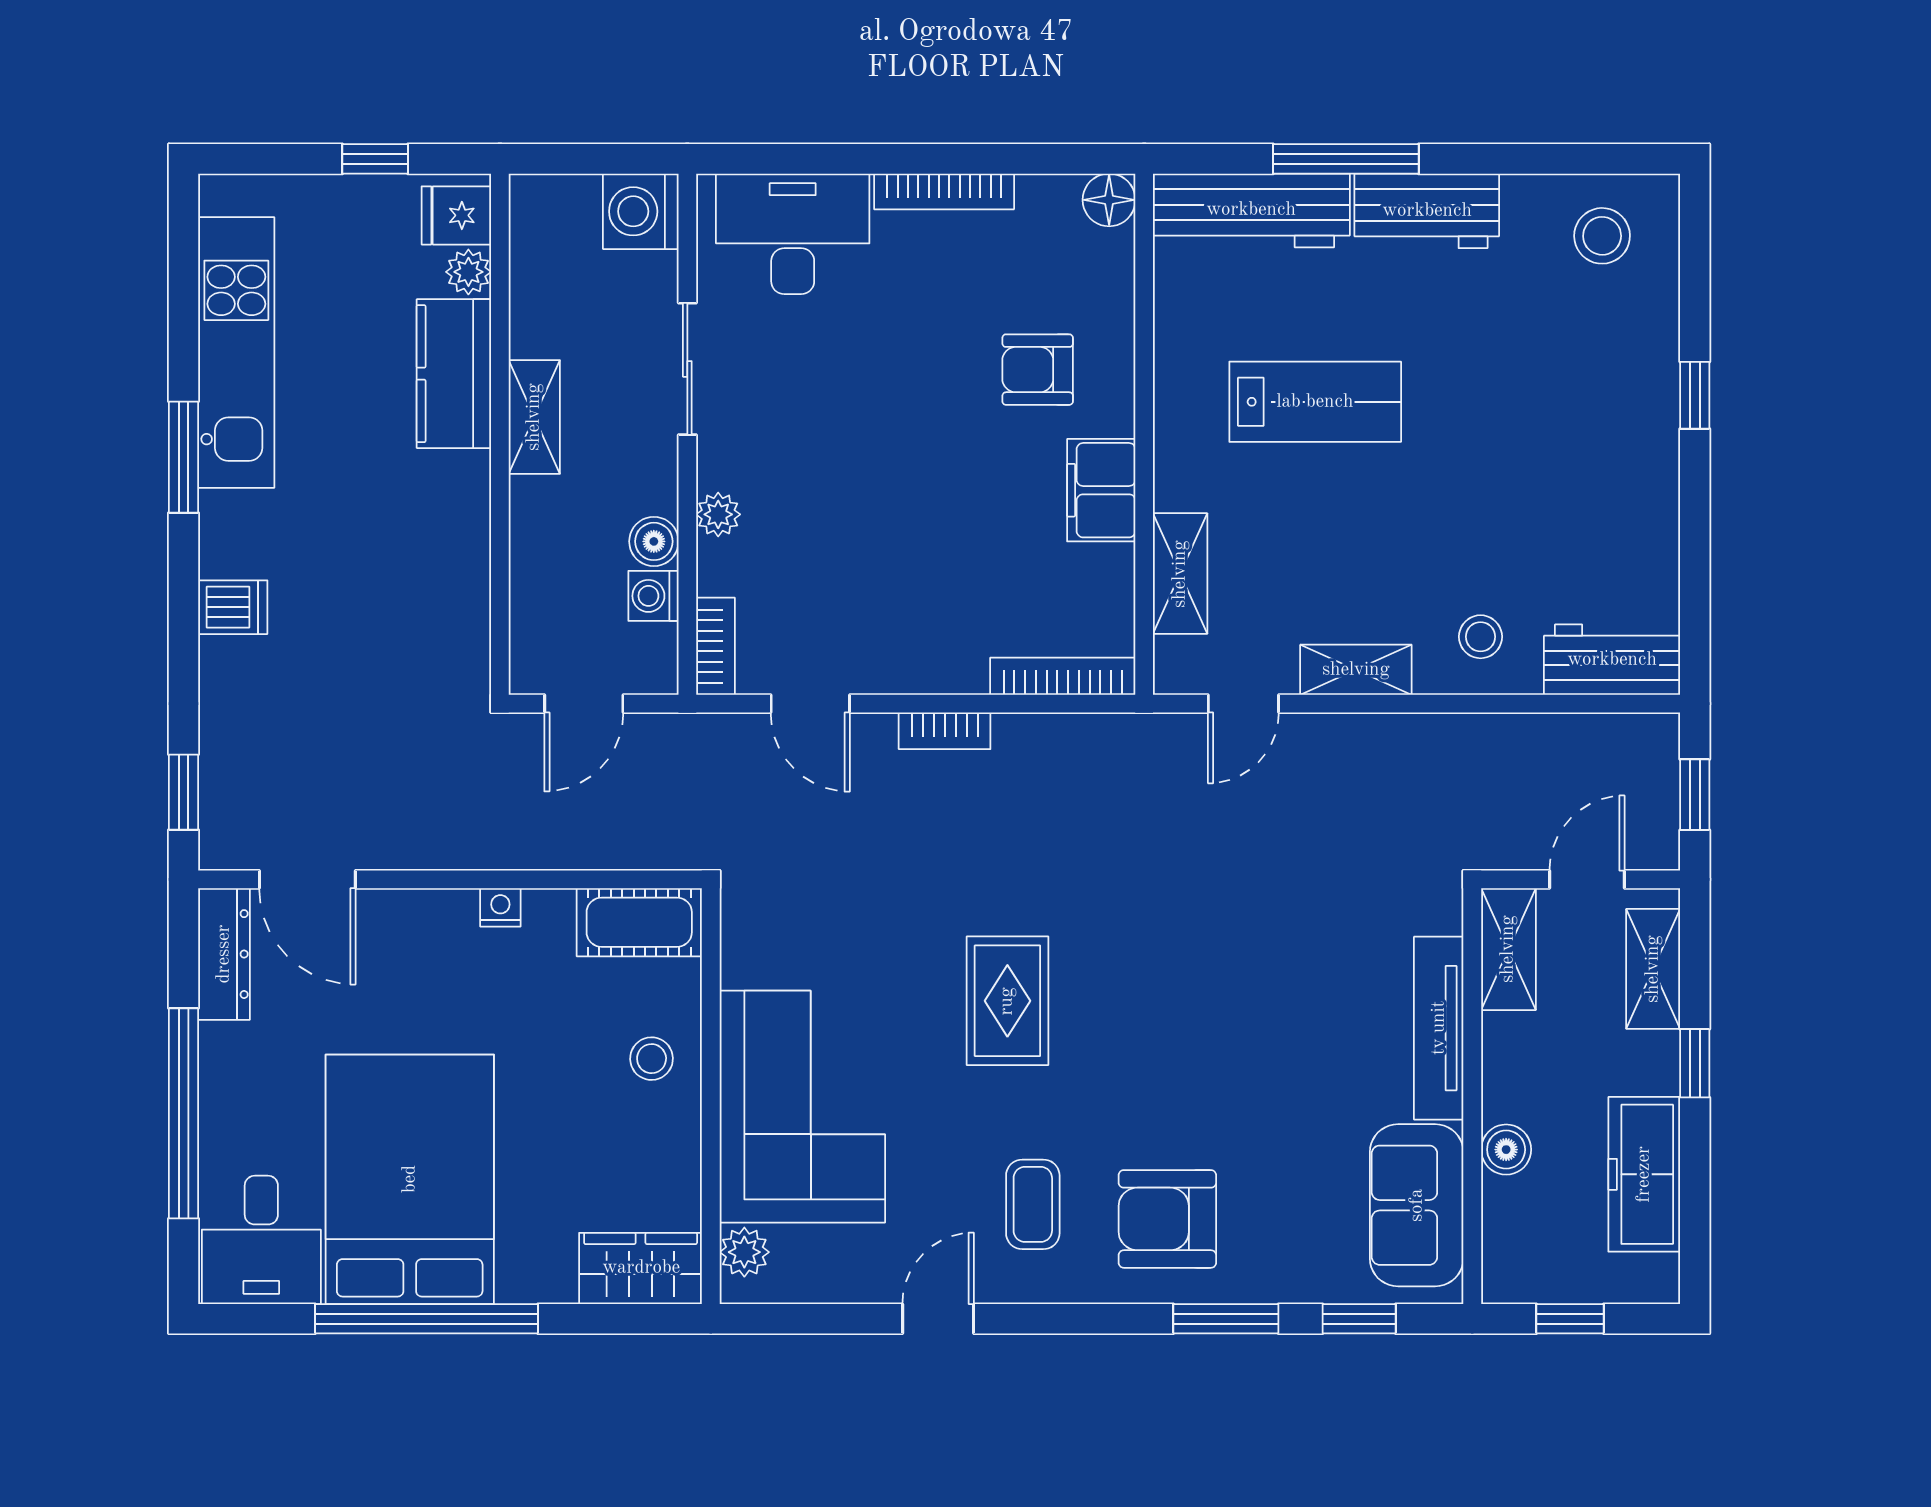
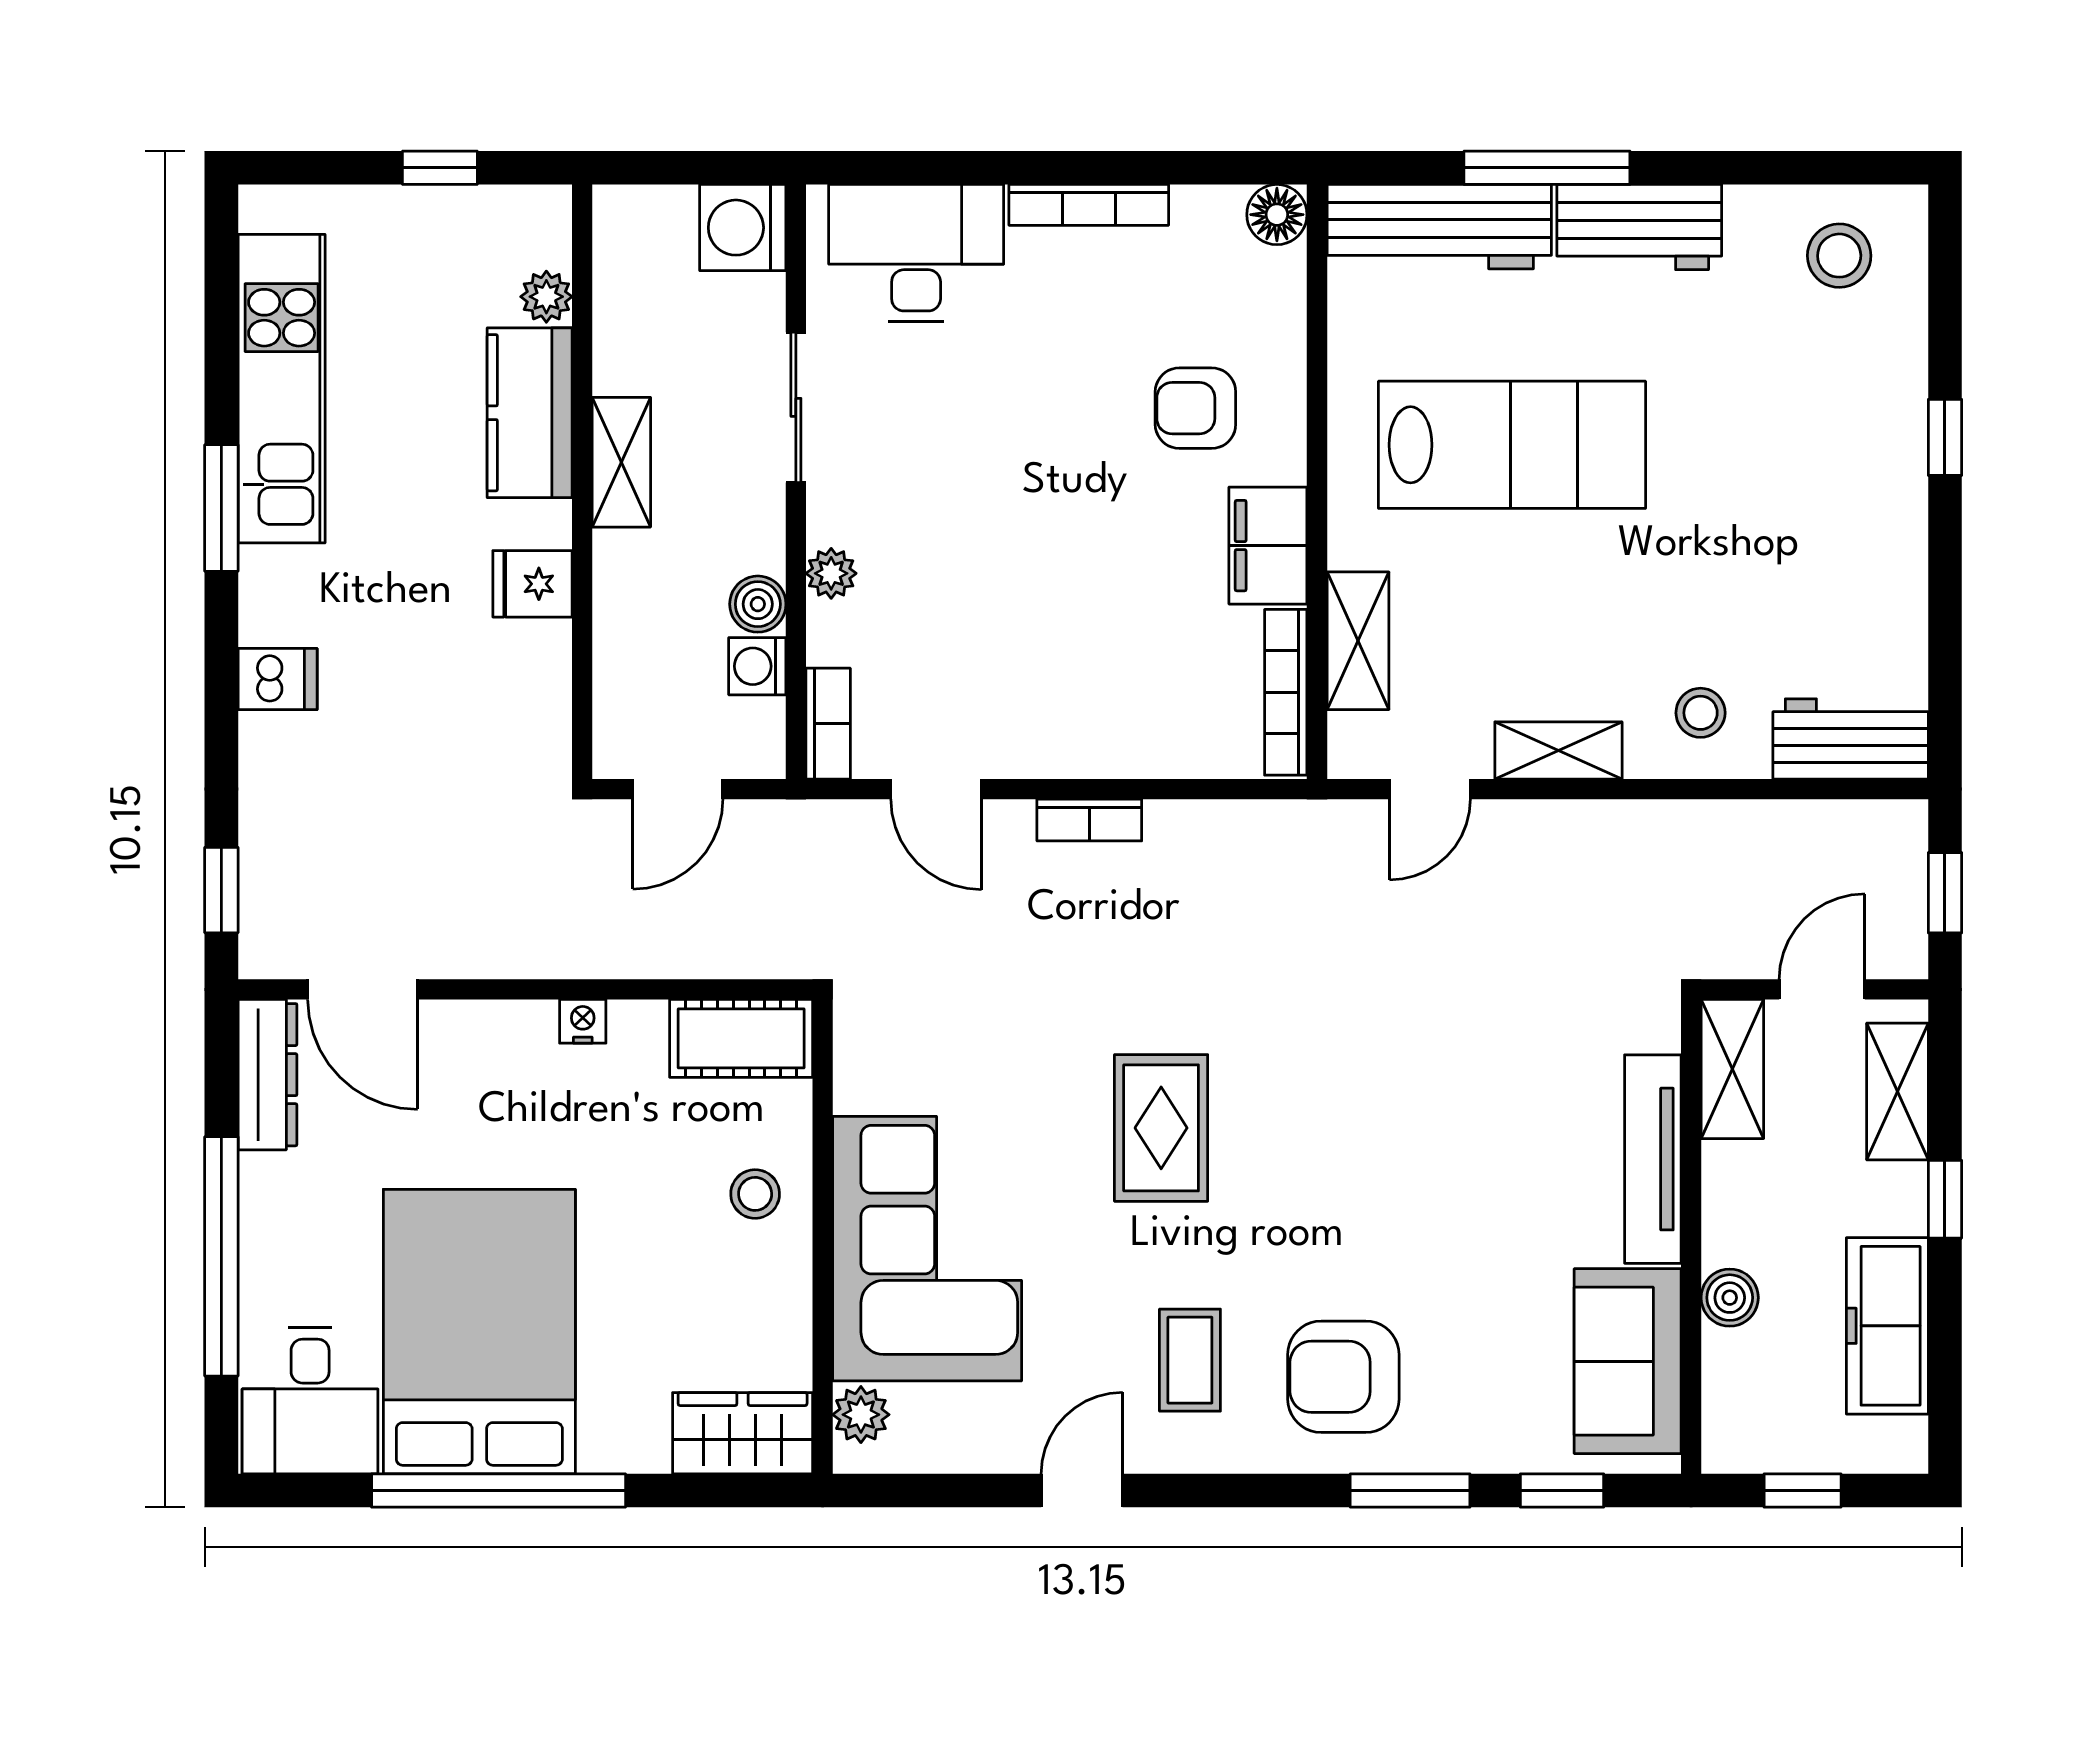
fridge: (456, 215) -> (532, 584), moved
lab bench: (1315, 402) -> (1512, 445), width x1.36, depth x1.39
bookcase: (1063, 676) -> (1286, 692), moved, turned -90

